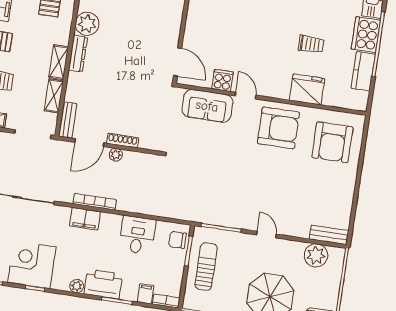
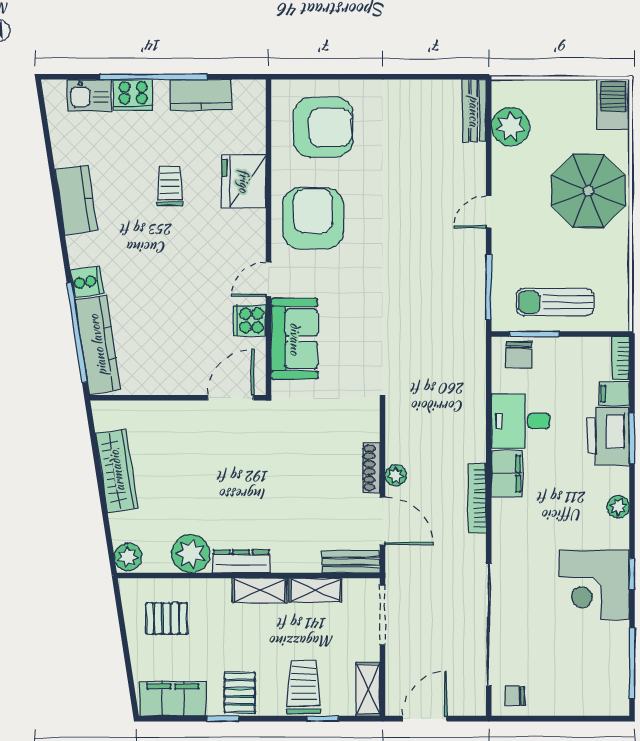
cooker: (366, 35) -> (133, 95), width x0.73, depth x0.76
filing cabinet: (85, 219) -> (507, 474), moved
printer: (103, 284) -> (608, 436), moved

